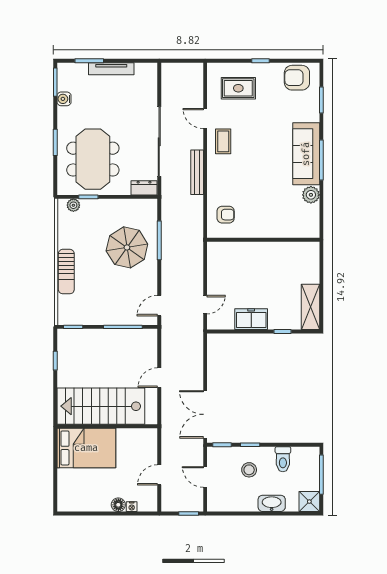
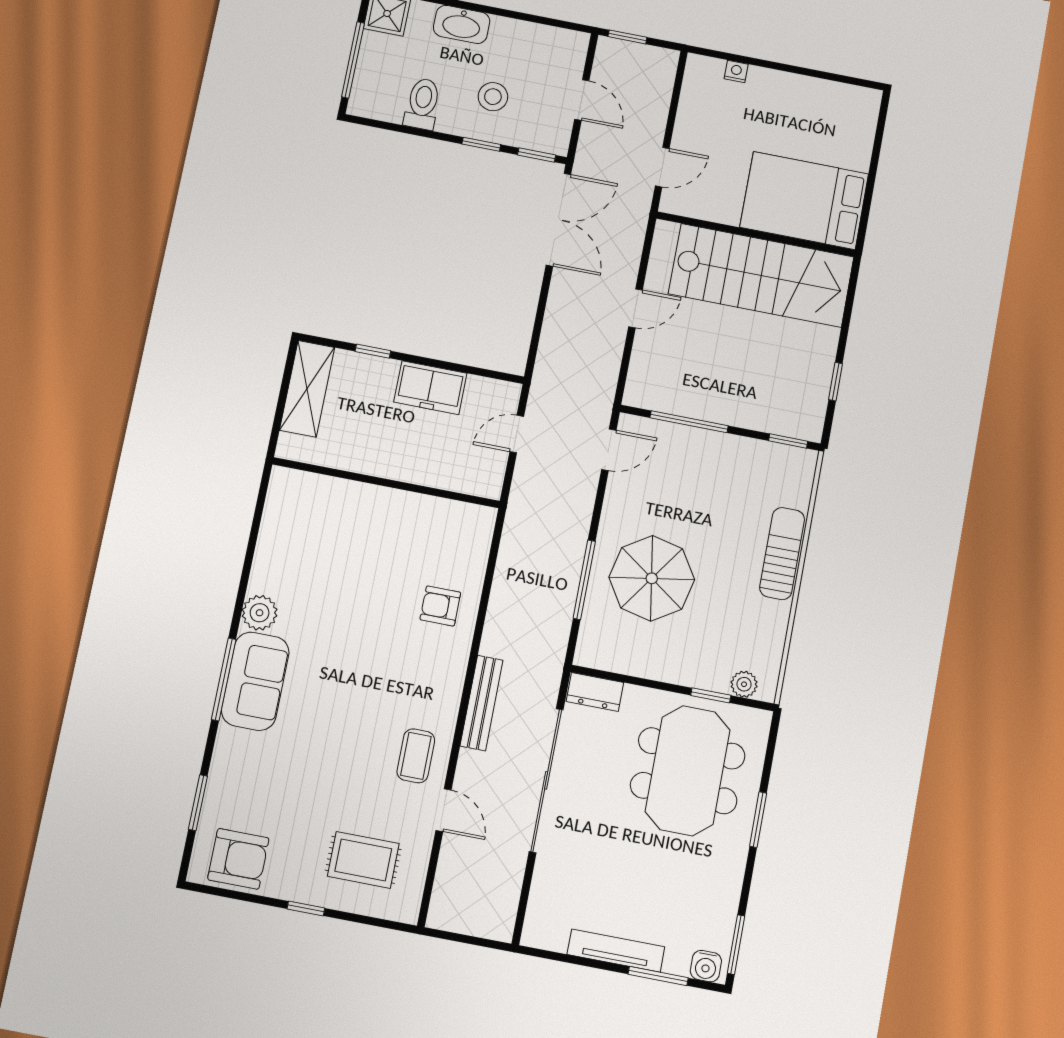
water cooler: (64, 99) -> (706, 966), moved, turned 90
sofa: (306, 154) -> (255, 681), width x0.73
wall: (263, 240) -> (386, 483), moved
door: (159, 475) -> (662, 167), moved
floor lamp: (118, 505) -> (762, 80), removed

